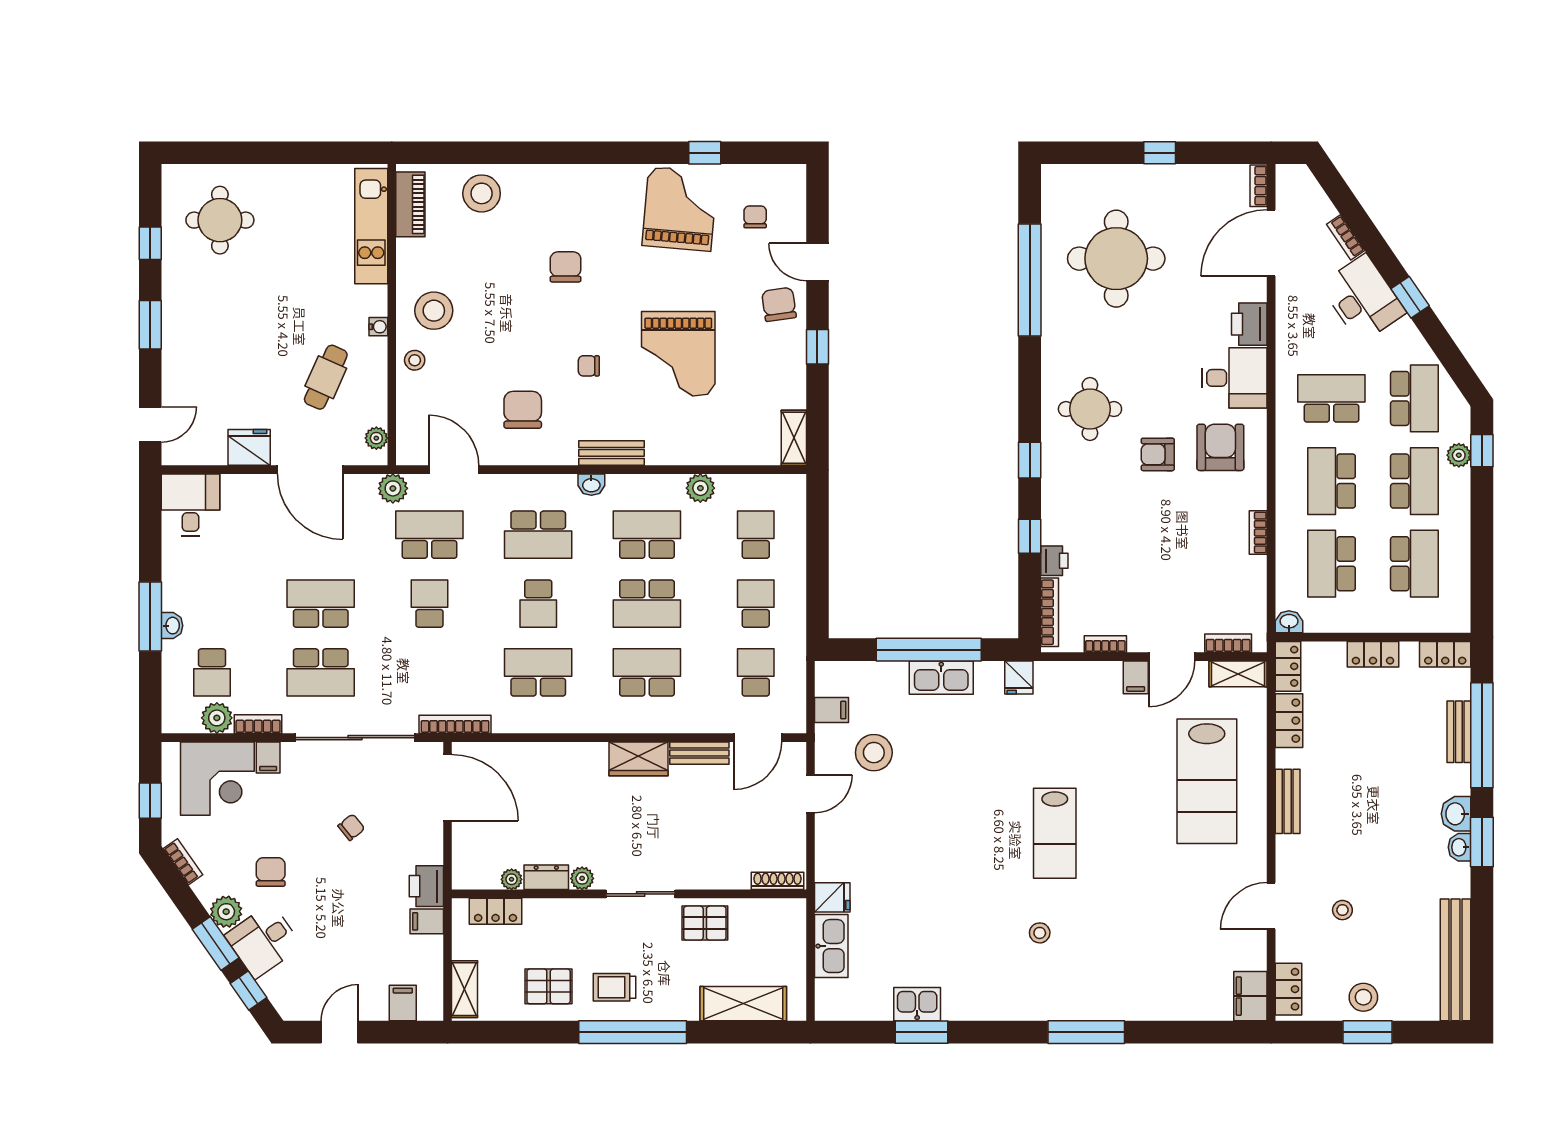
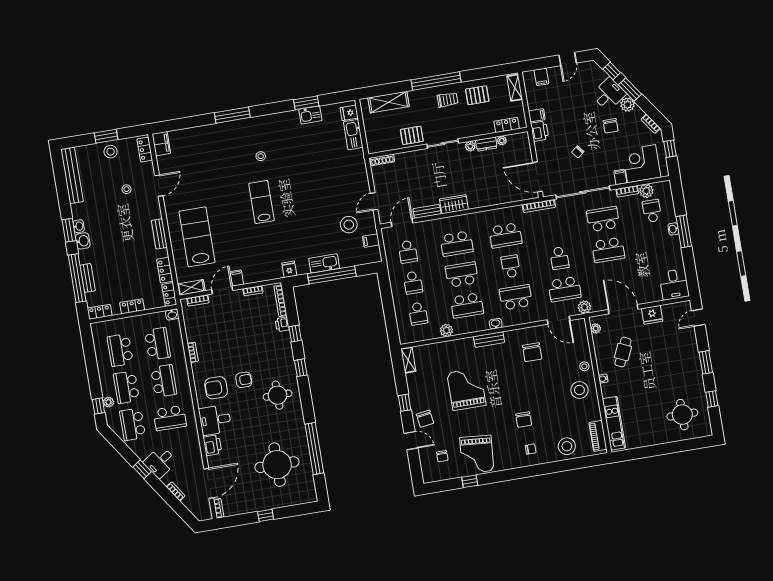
desk: (1363, 299) -> (160, 462), width x0.73
chair: (589, 366) -> (531, 449), moved
armchair: (1220, 447) -> (216, 388), turned 90
fridge: (832, 897) -> (349, 113), moved

